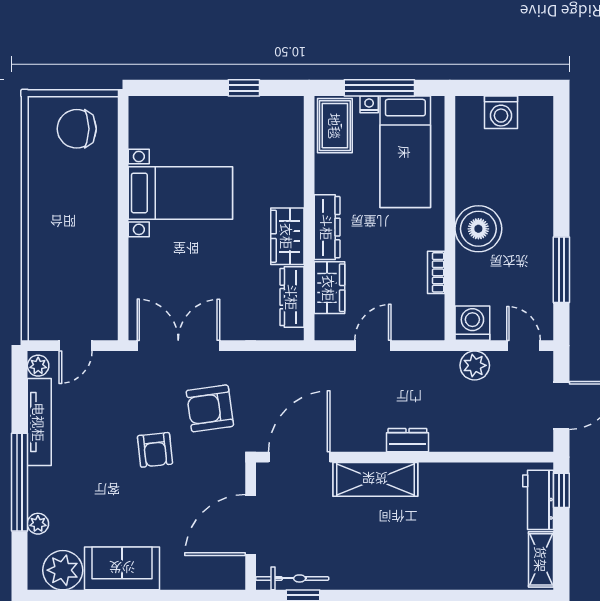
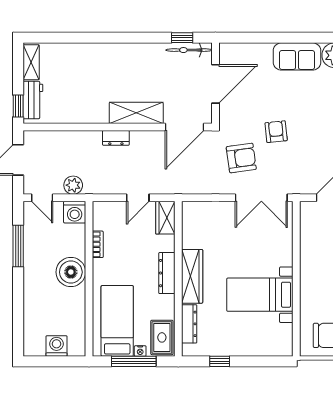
wardrobe: (287, 236) -> (192, 276), width x1.50
wardrobe: (329, 288) -> (165, 218), moved
dresser: (292, 297) -> (189, 324), moved

